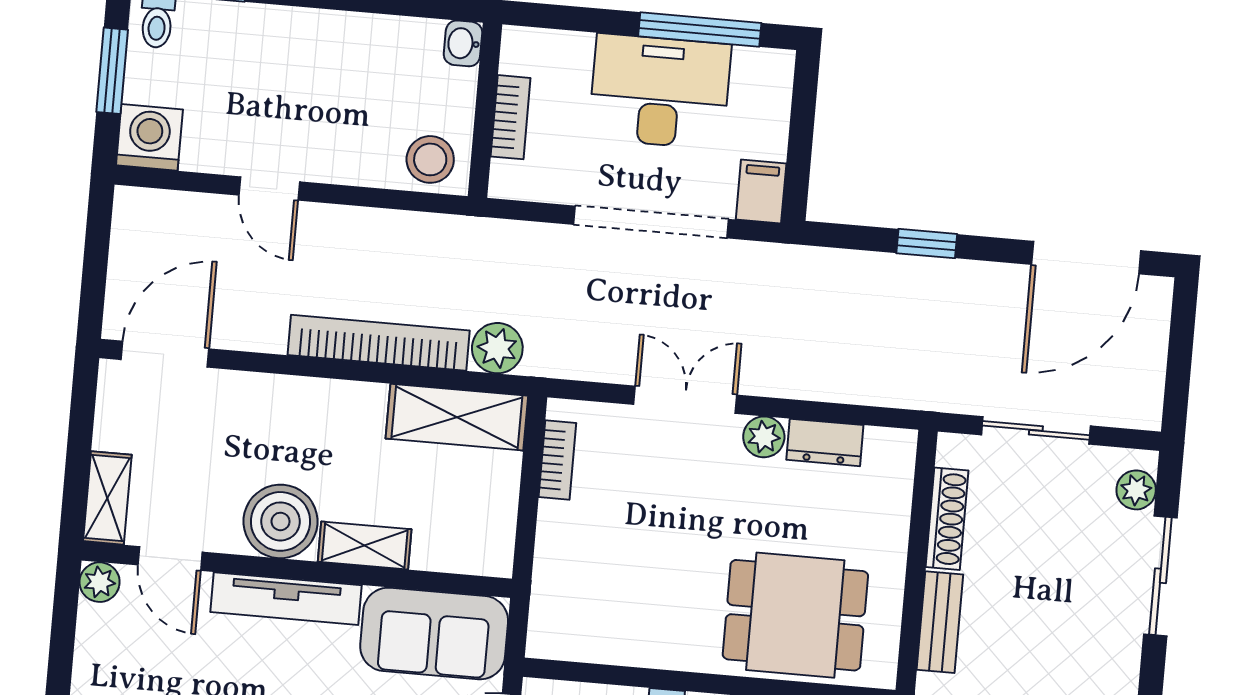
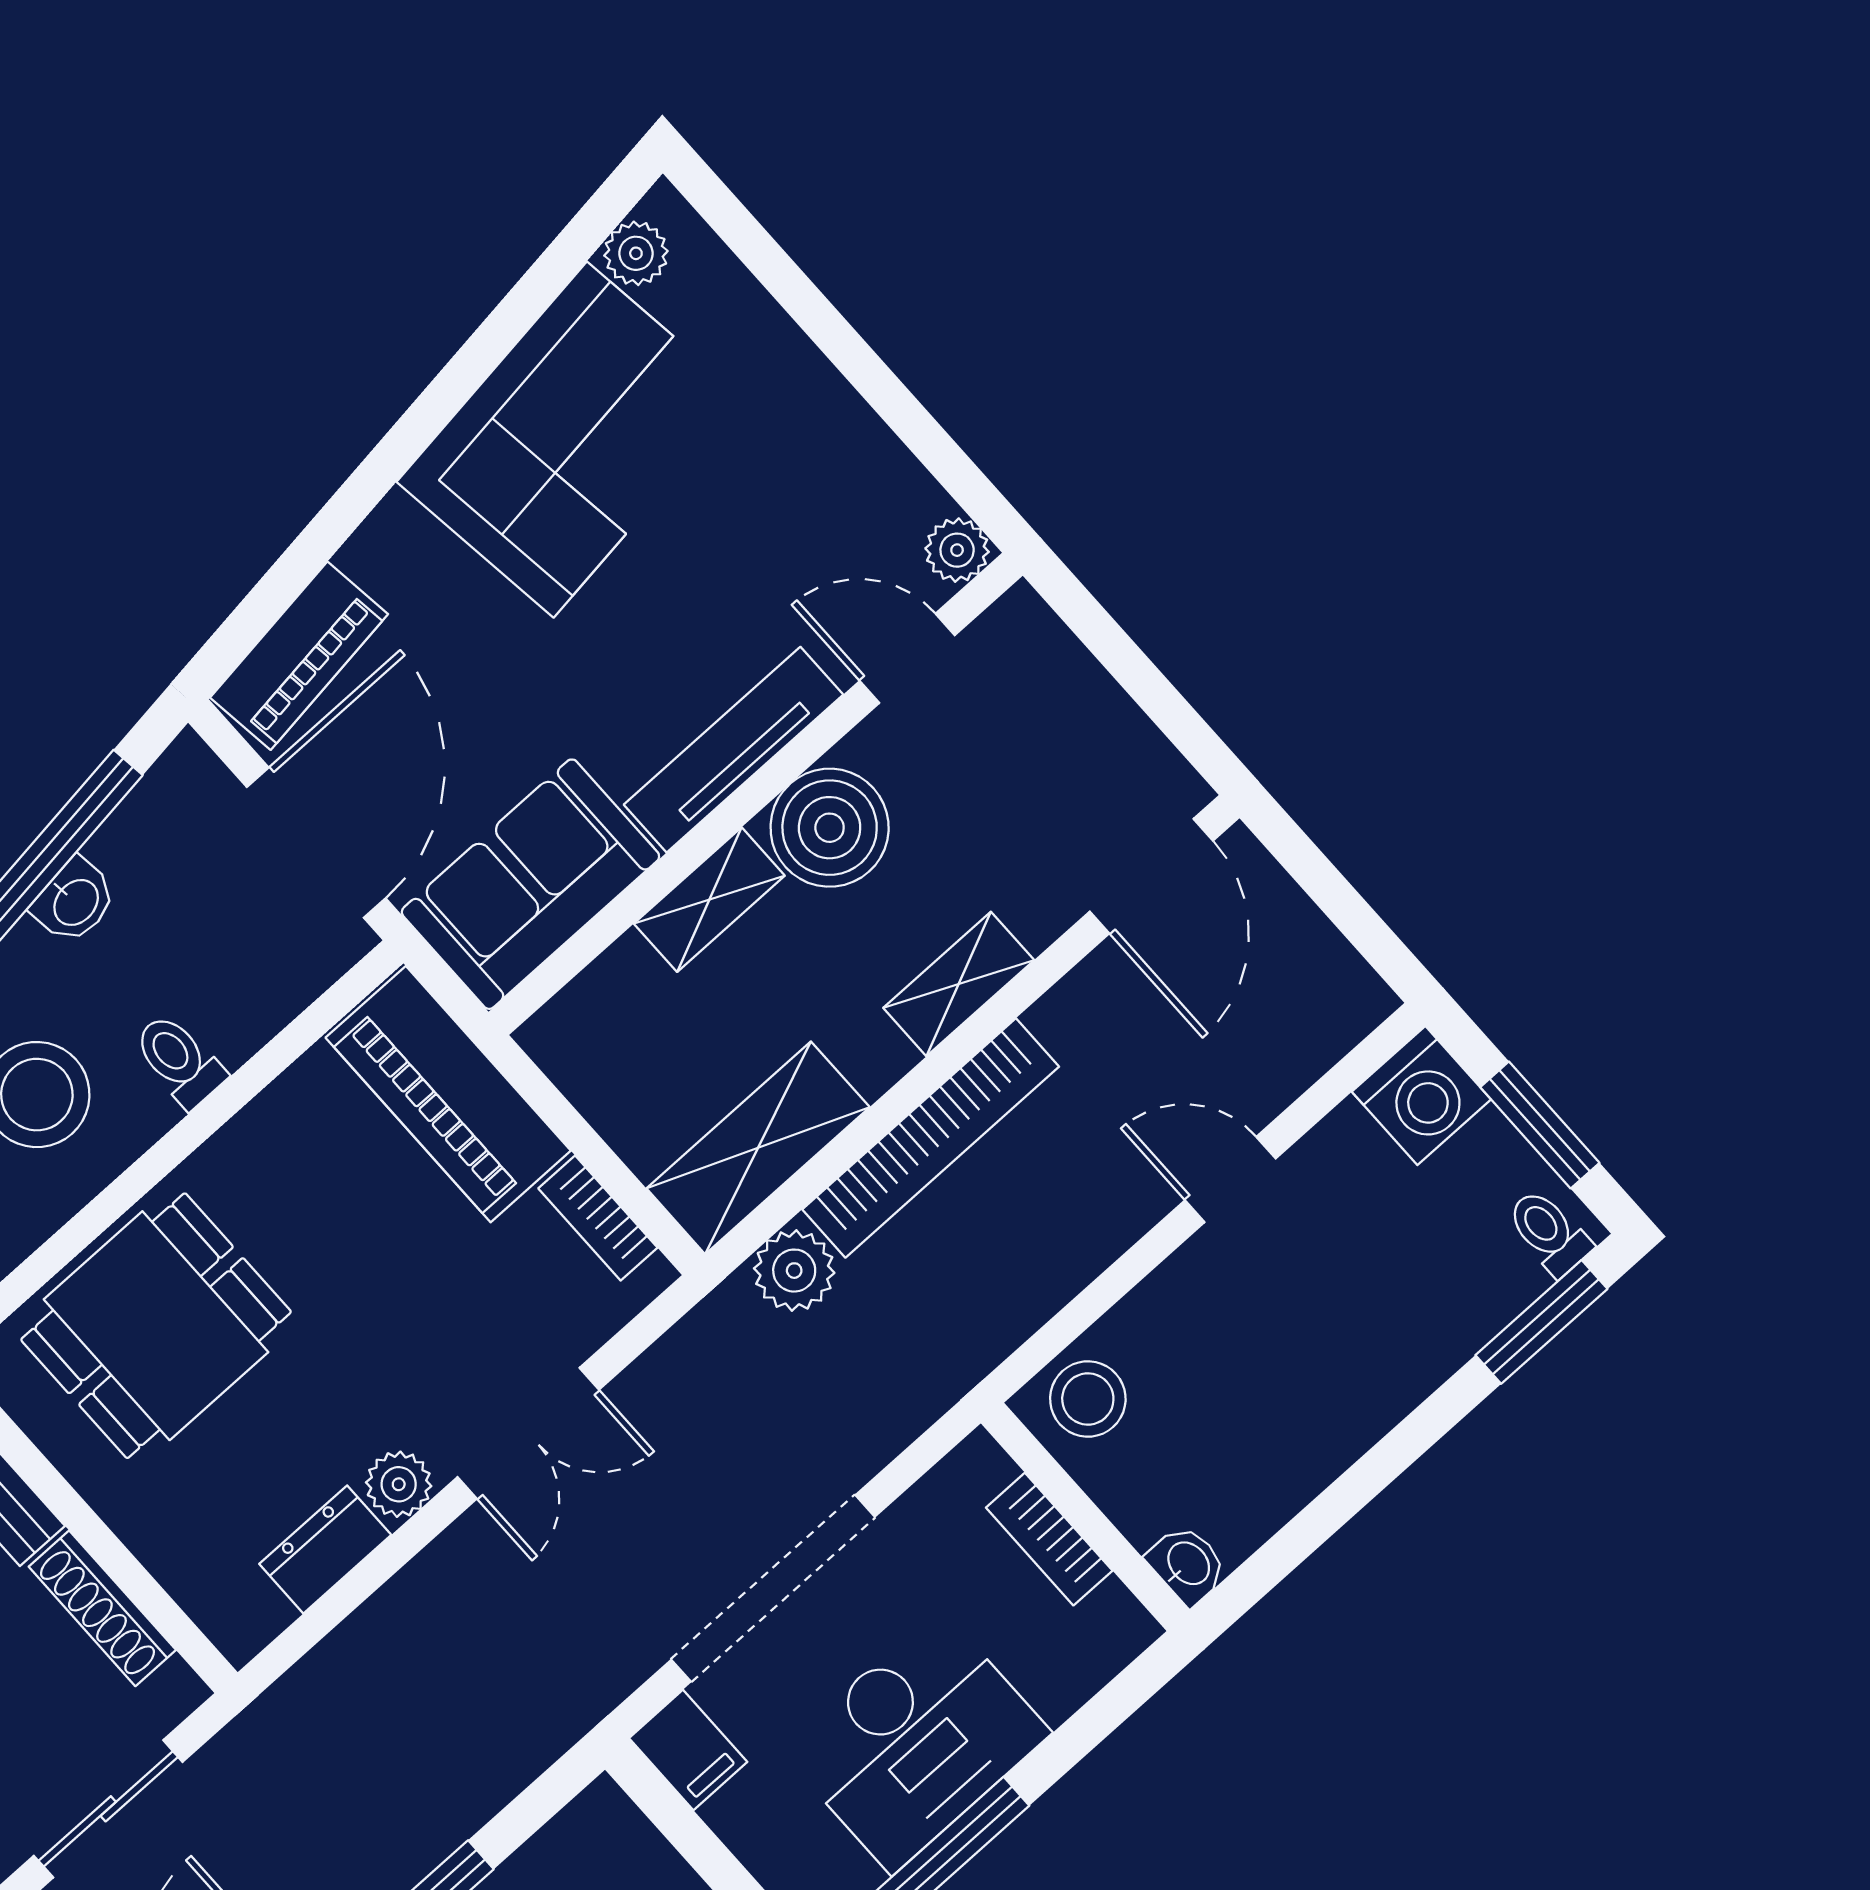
shelving: (107, 498) -> (959, 984), moved, turned 90
piano: (565, 581) -> (448, 1094), added

